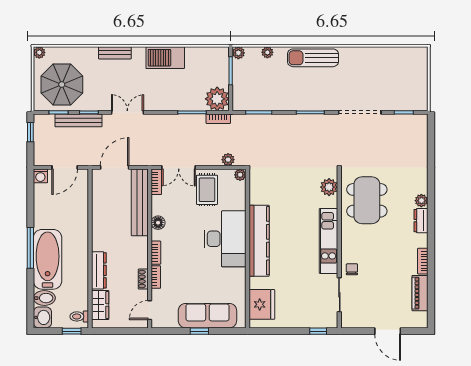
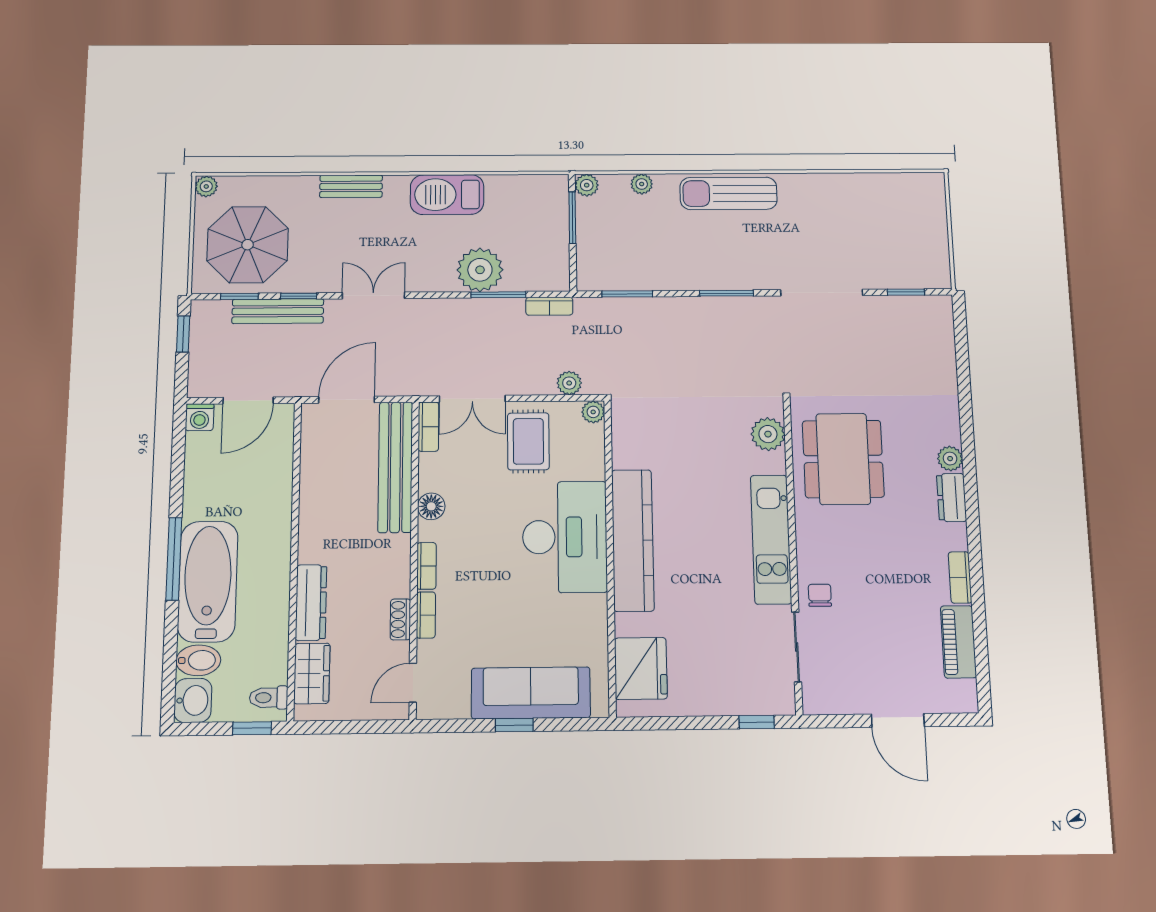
plant: (217, 99) -> (480, 270), moved

